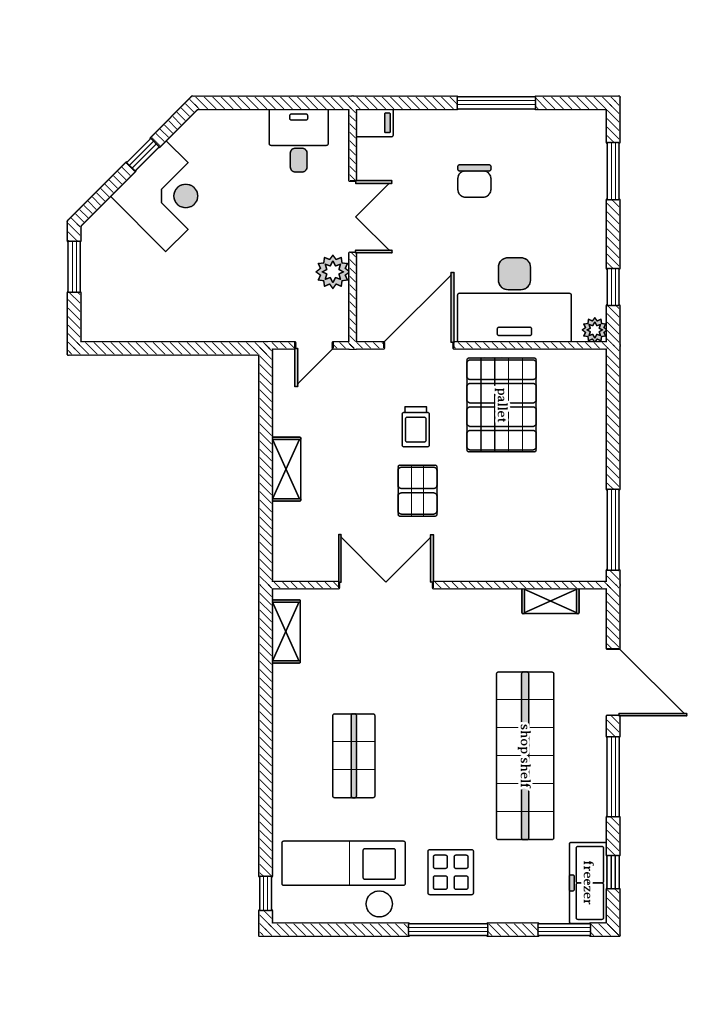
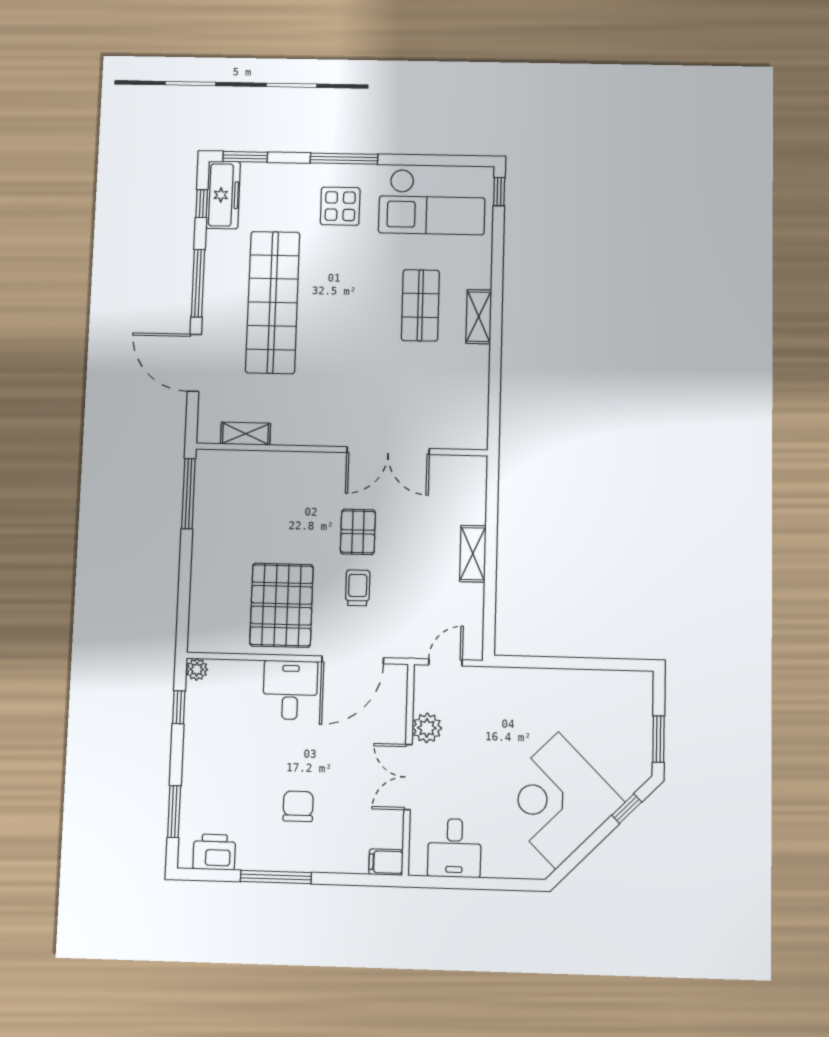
printer: (566, 128) -> (214, 852), added
window: (143, 155) -> (627, 809), moved
corner desk: (166, 196) -> (557, 800), width x1.36, depth x1.36
desk: (514, 300) -> (290, 690), width x0.53, depth x0.77
shelving: (286, 631) -> (479, 317), moved

